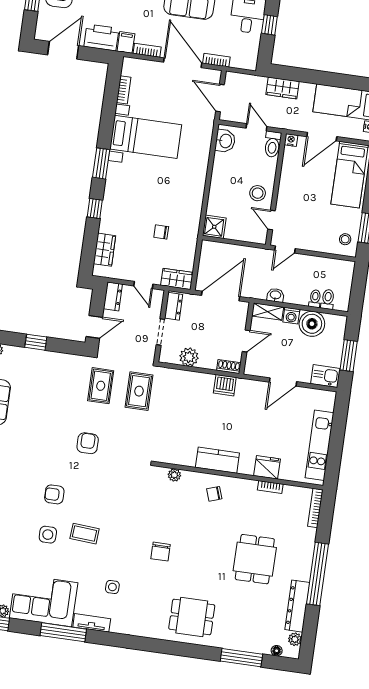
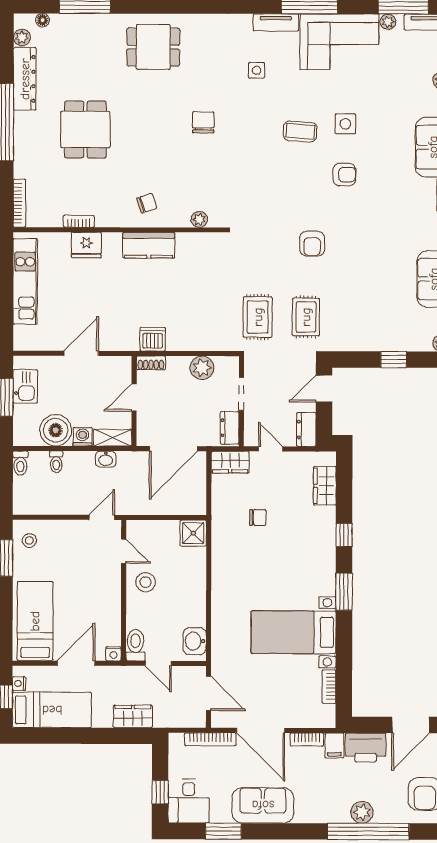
bookcase: (216, 60) -> (210, 739), width x1.56
toilet: (328, 299) -> (20, 463), moved
kitchen sink: (325, 376) -> (25, 386), moved, turned -90

